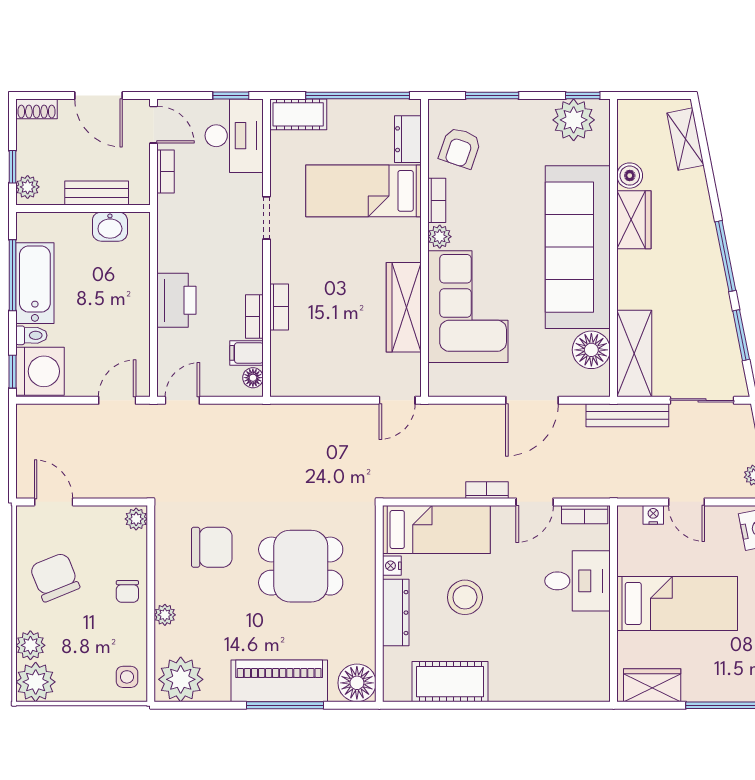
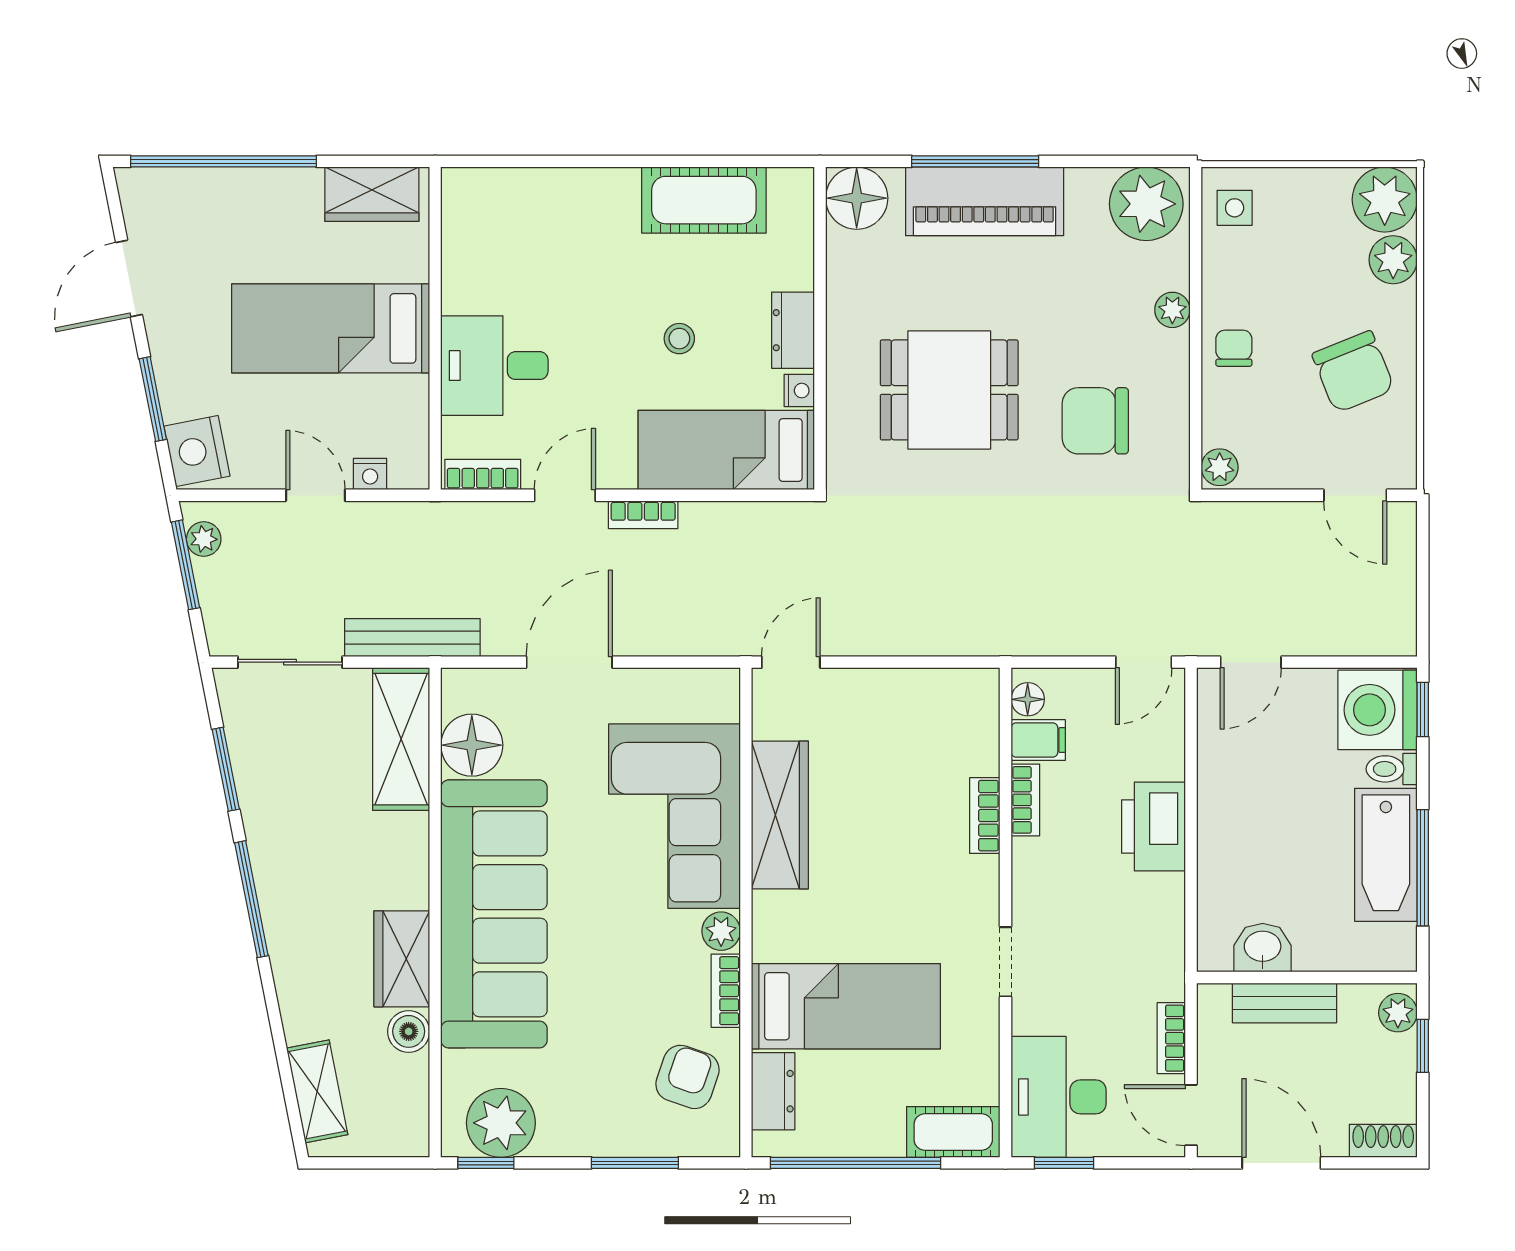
stool: (465, 597) -> (679, 339), width x0.53, depth x0.53
dresser: (396, 613) -> (793, 330), width x0.70

